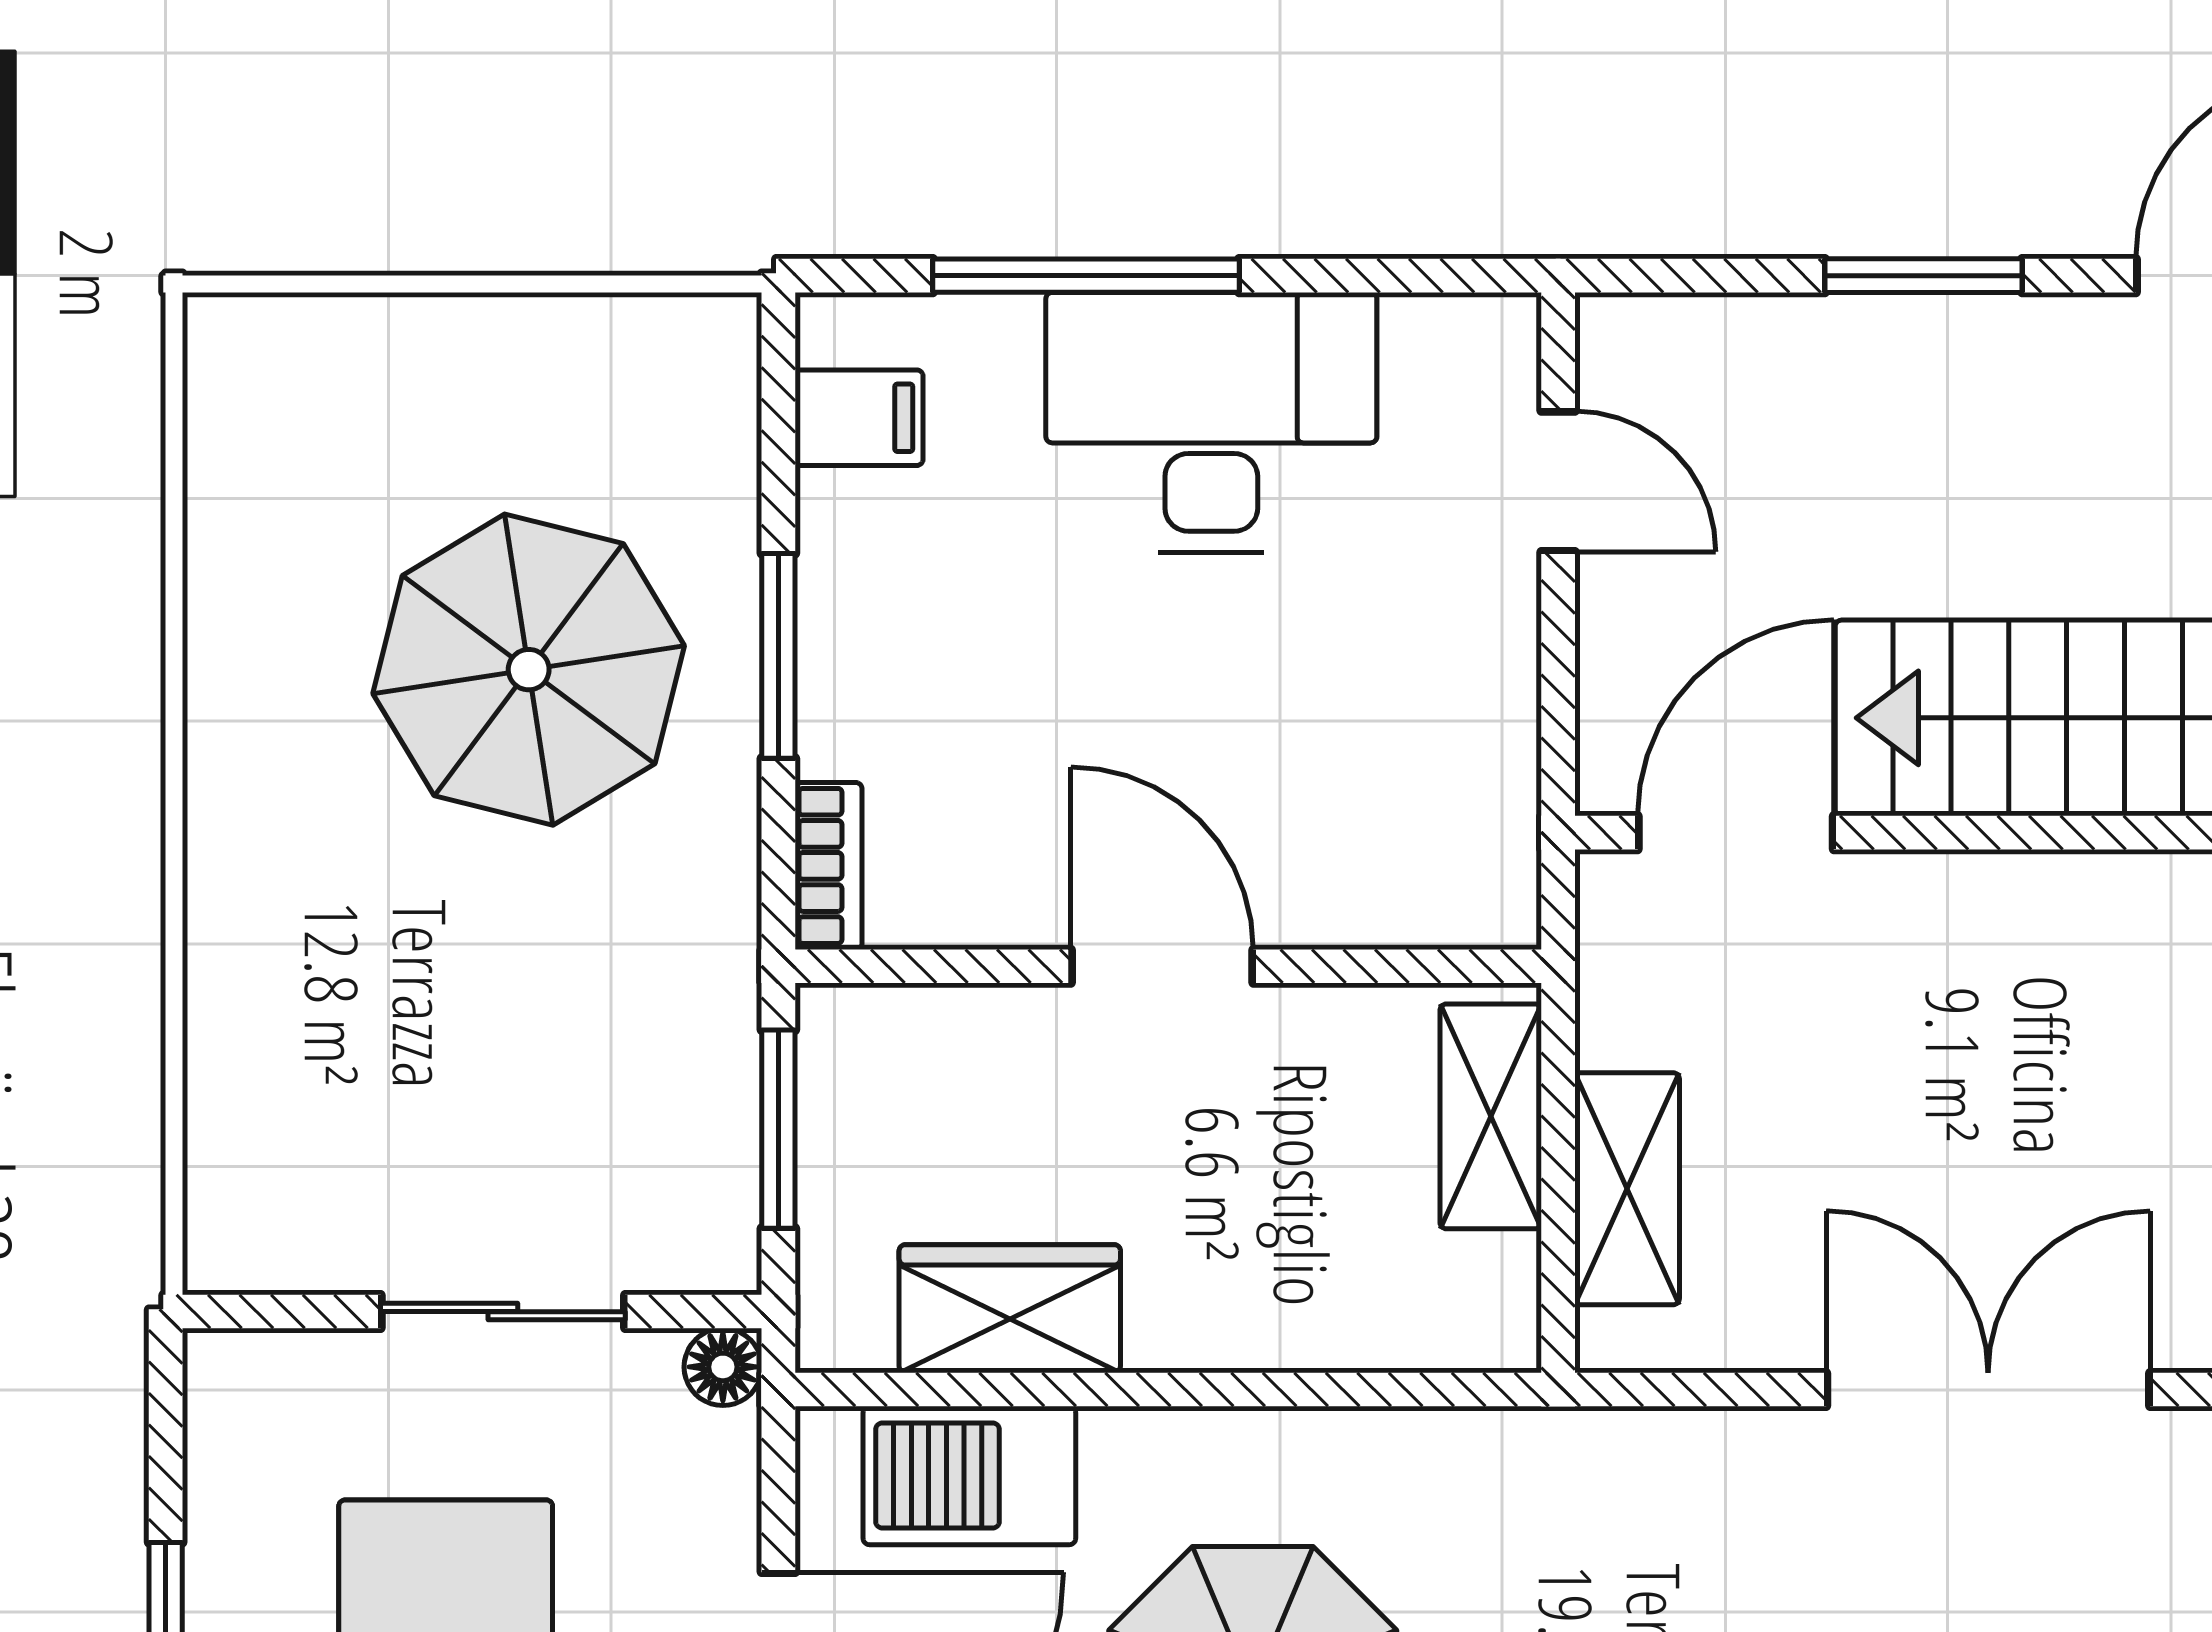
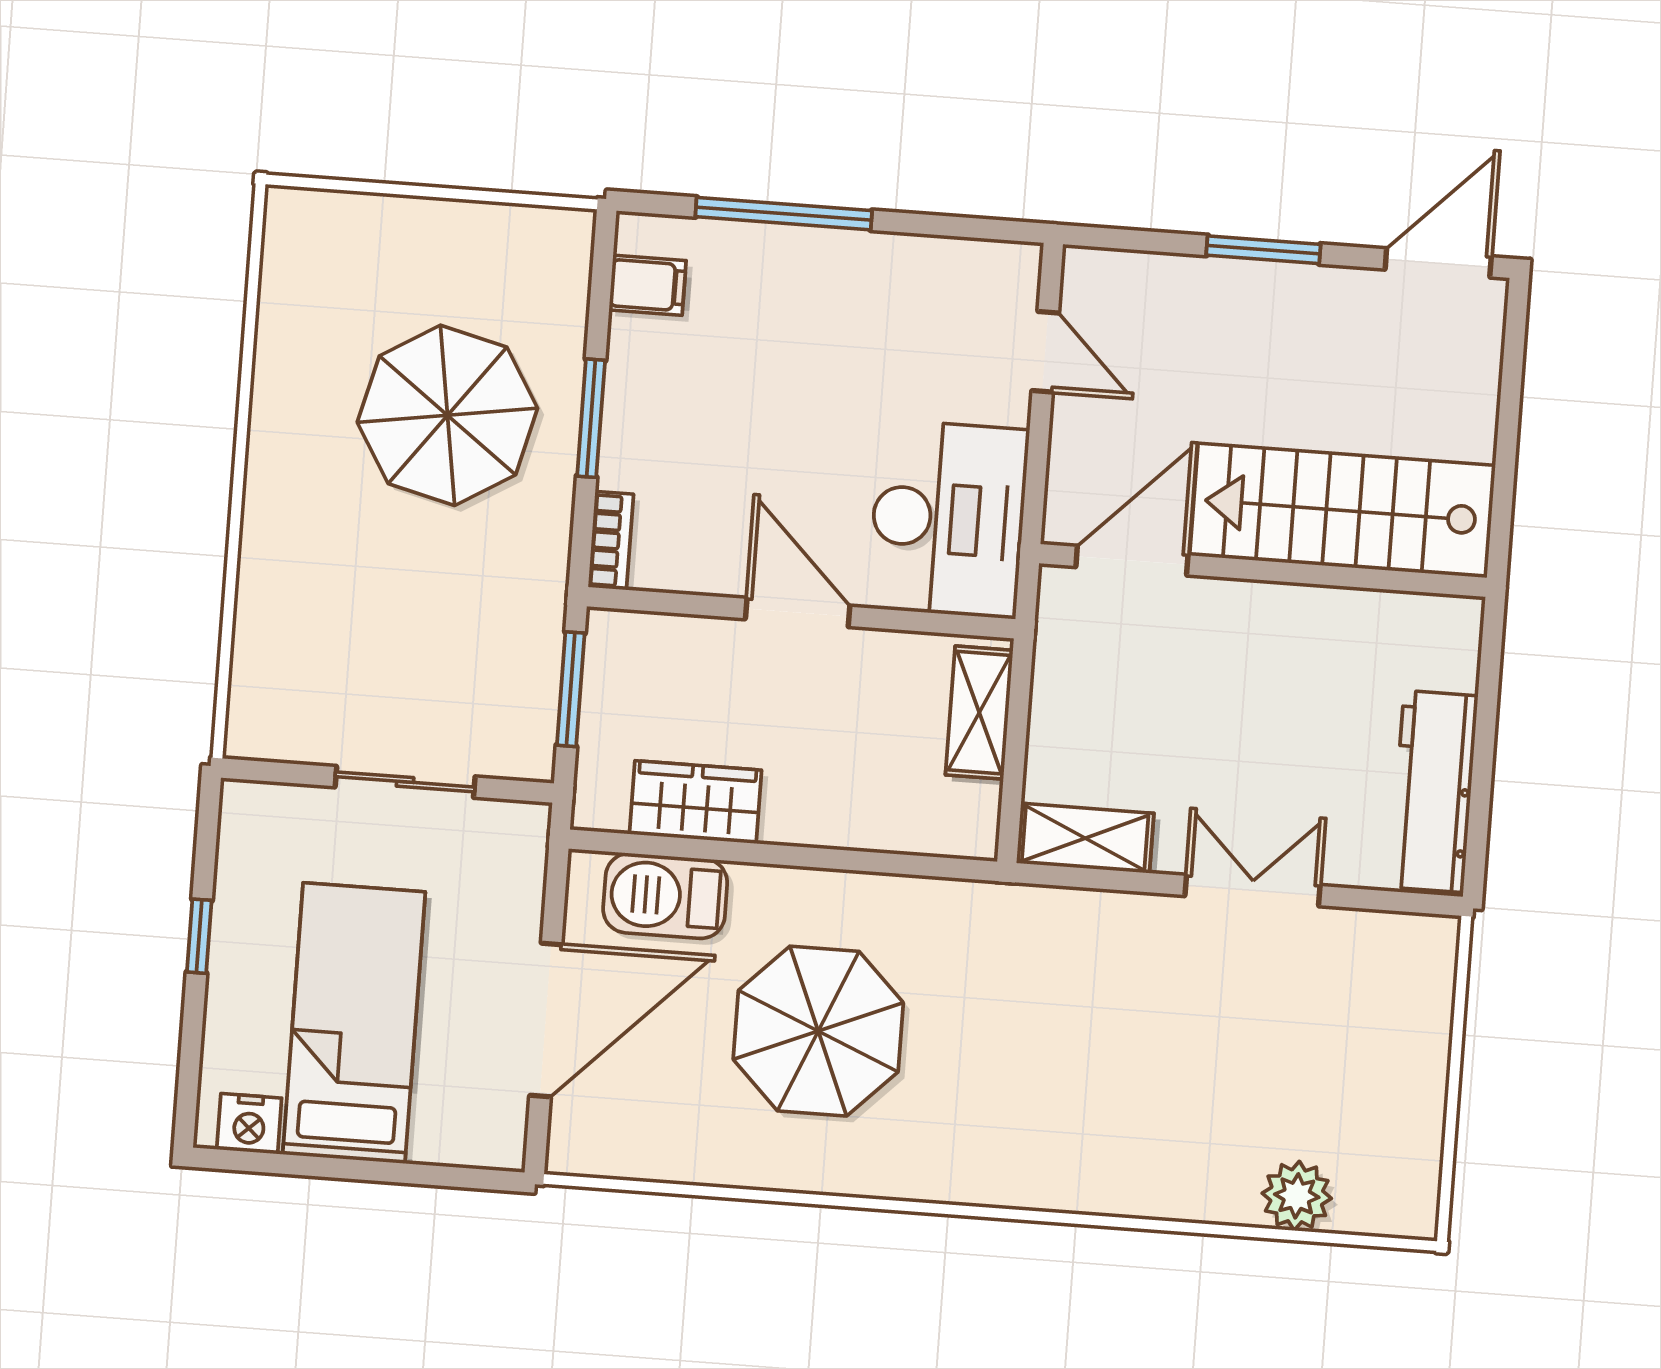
desk: (1211, 422) -> (948, 519), moved, turned 90
shelving: (1627, 1189) -> (1085, 838), moved, turned 90
floor lamp: (723, 1367) -> (529, 823), removed
double door: (1988, 1390) -> (1252, 890), width x0.73

